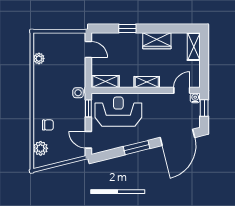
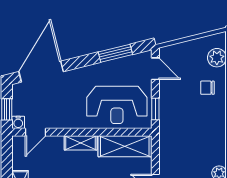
shelving: (105, 81) -> (125, 146), width x1.50, depth x1.33
side table: (78, 93) -> (169, 129), removed
window: (137, 148) -> (115, 53), moved

